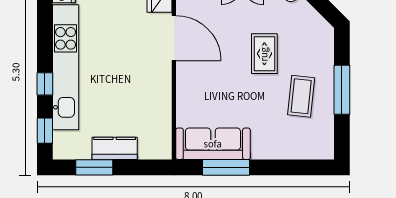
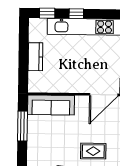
sofa: (213, 144) -> (51, 105), moved, turned 90
window: (94, 167) -> (24, 44), removed

